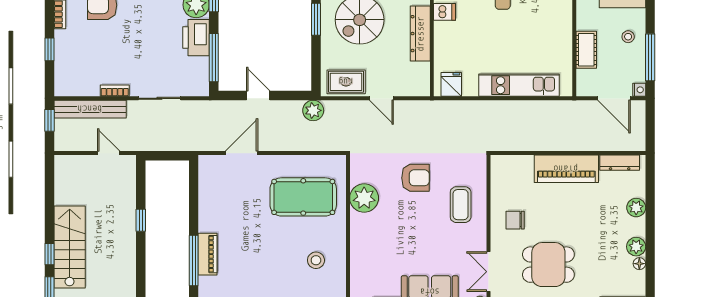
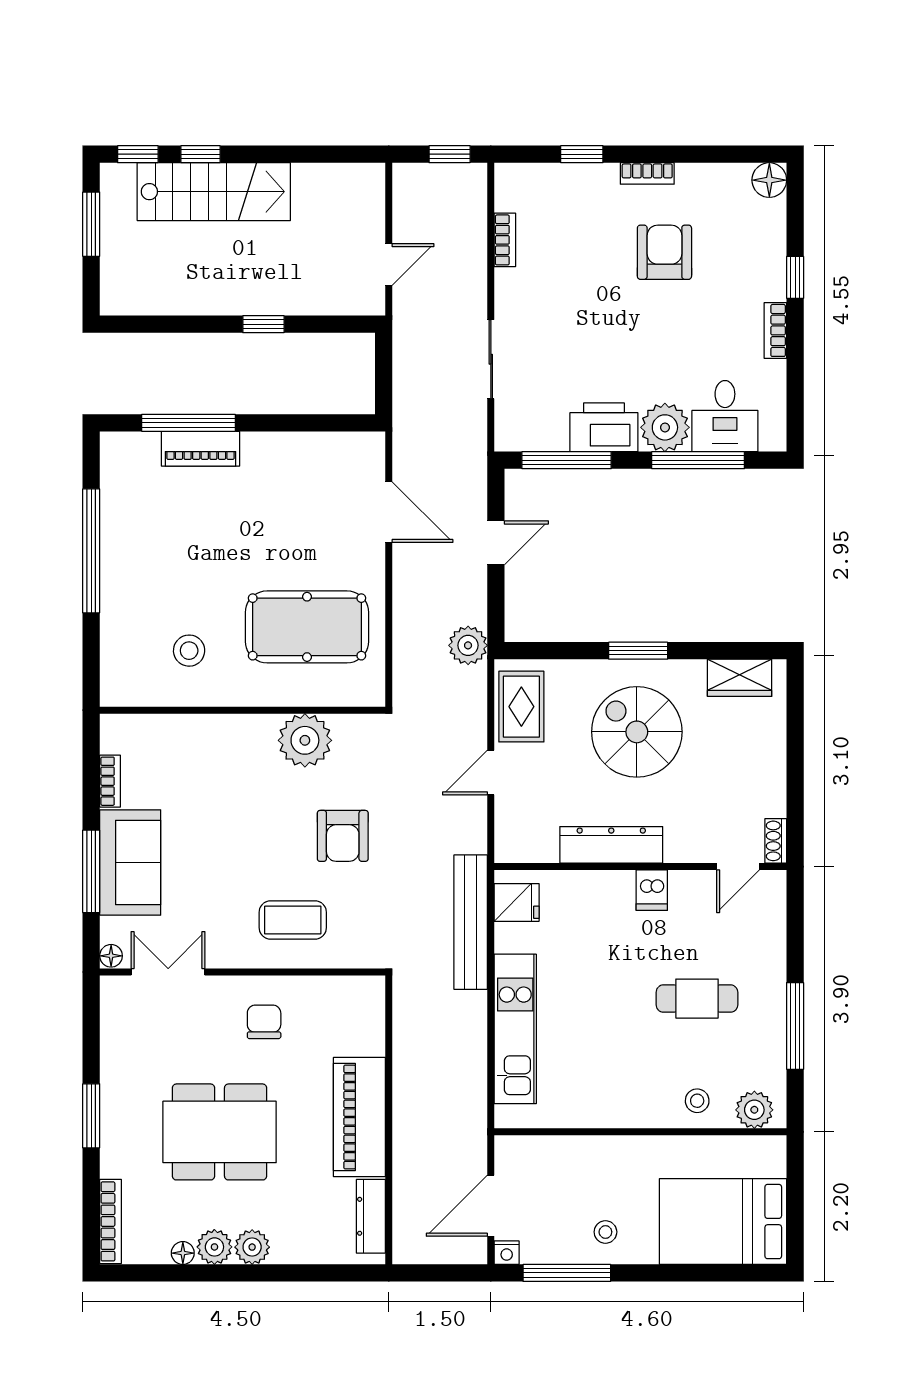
cot: (586, 50) -> (581, 1154), removed
bookcase: (115, 91) -> (505, 240), moved
bench: (90, 109) -> (471, 922), moved
pool table: (303, 197) -> (307, 627), turned 90
plant: (636, 208) -> (252, 1247), moved
dining table: (548, 265) -> (220, 1132), moved, width x1.38

